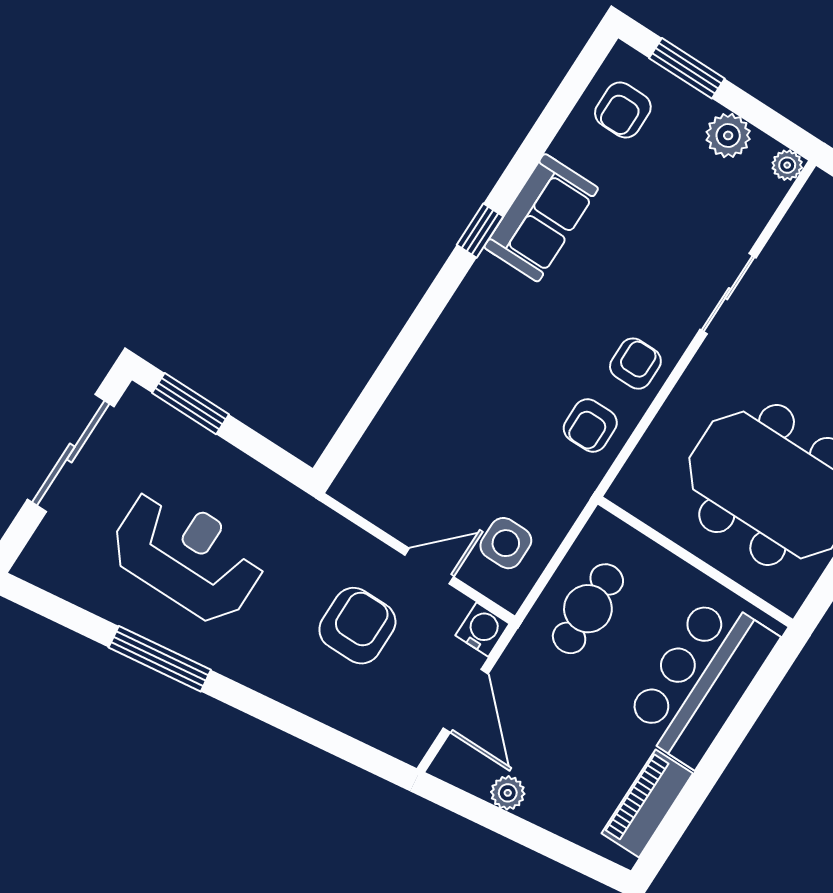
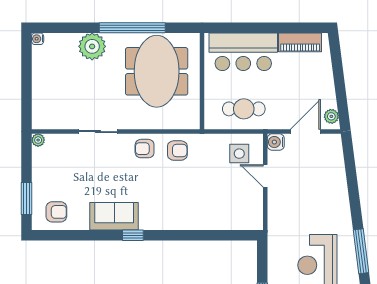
plant: (728, 135) -> (41, 168), removed
armchair: (357, 626) -> (303, 188), removed
plant: (508, 793) -> (331, 116), moved

